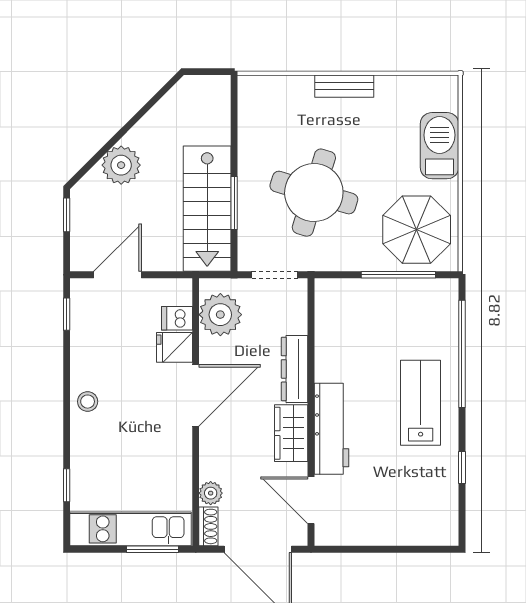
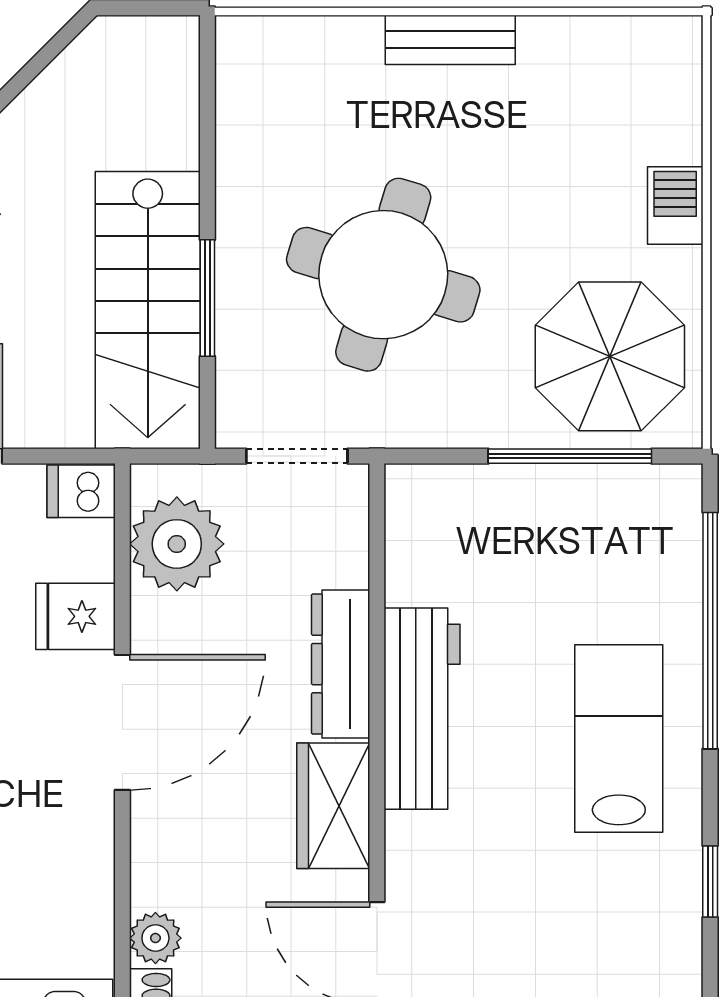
barbecue: (440, 146) -> (675, 206), width x0.53, depth x0.65
dishwasher: (177, 318) -> (81, 491), moved
workbench: (331, 429) -> (422, 709), moved

